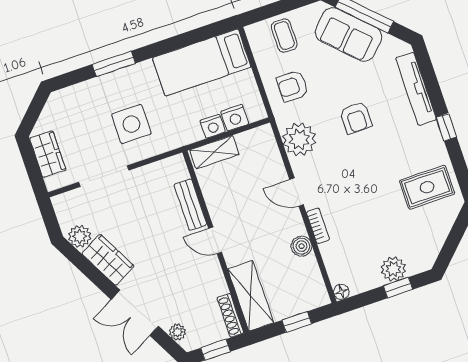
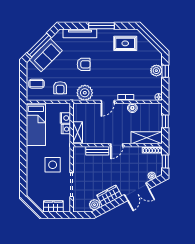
window: (114, 64) -> (23, 163), removed
window: (446, 127) -> (101, 26), width x2.17
rug: (427, 187) -> (125, 43), turned 90

